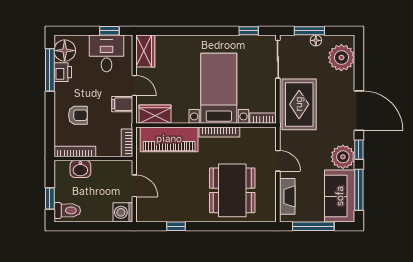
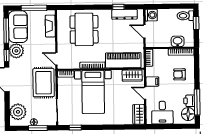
window: (109, 31) -> (161, 127), removed
door: (278, 161) -> (56, 59), moved
dresser: (166, 214) -> (125, 14), added

